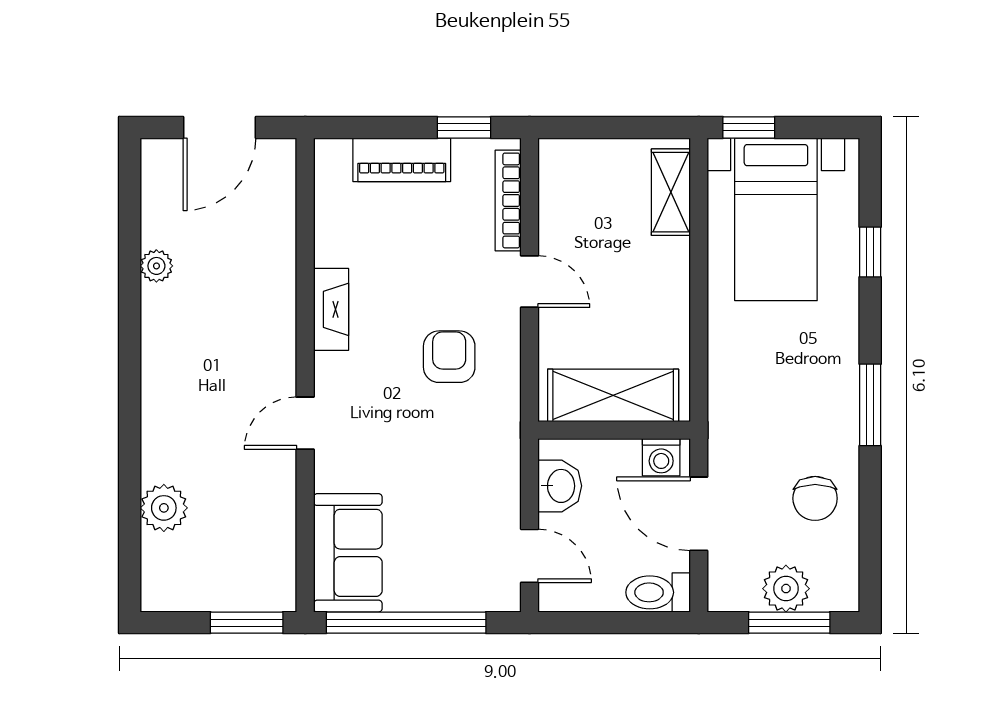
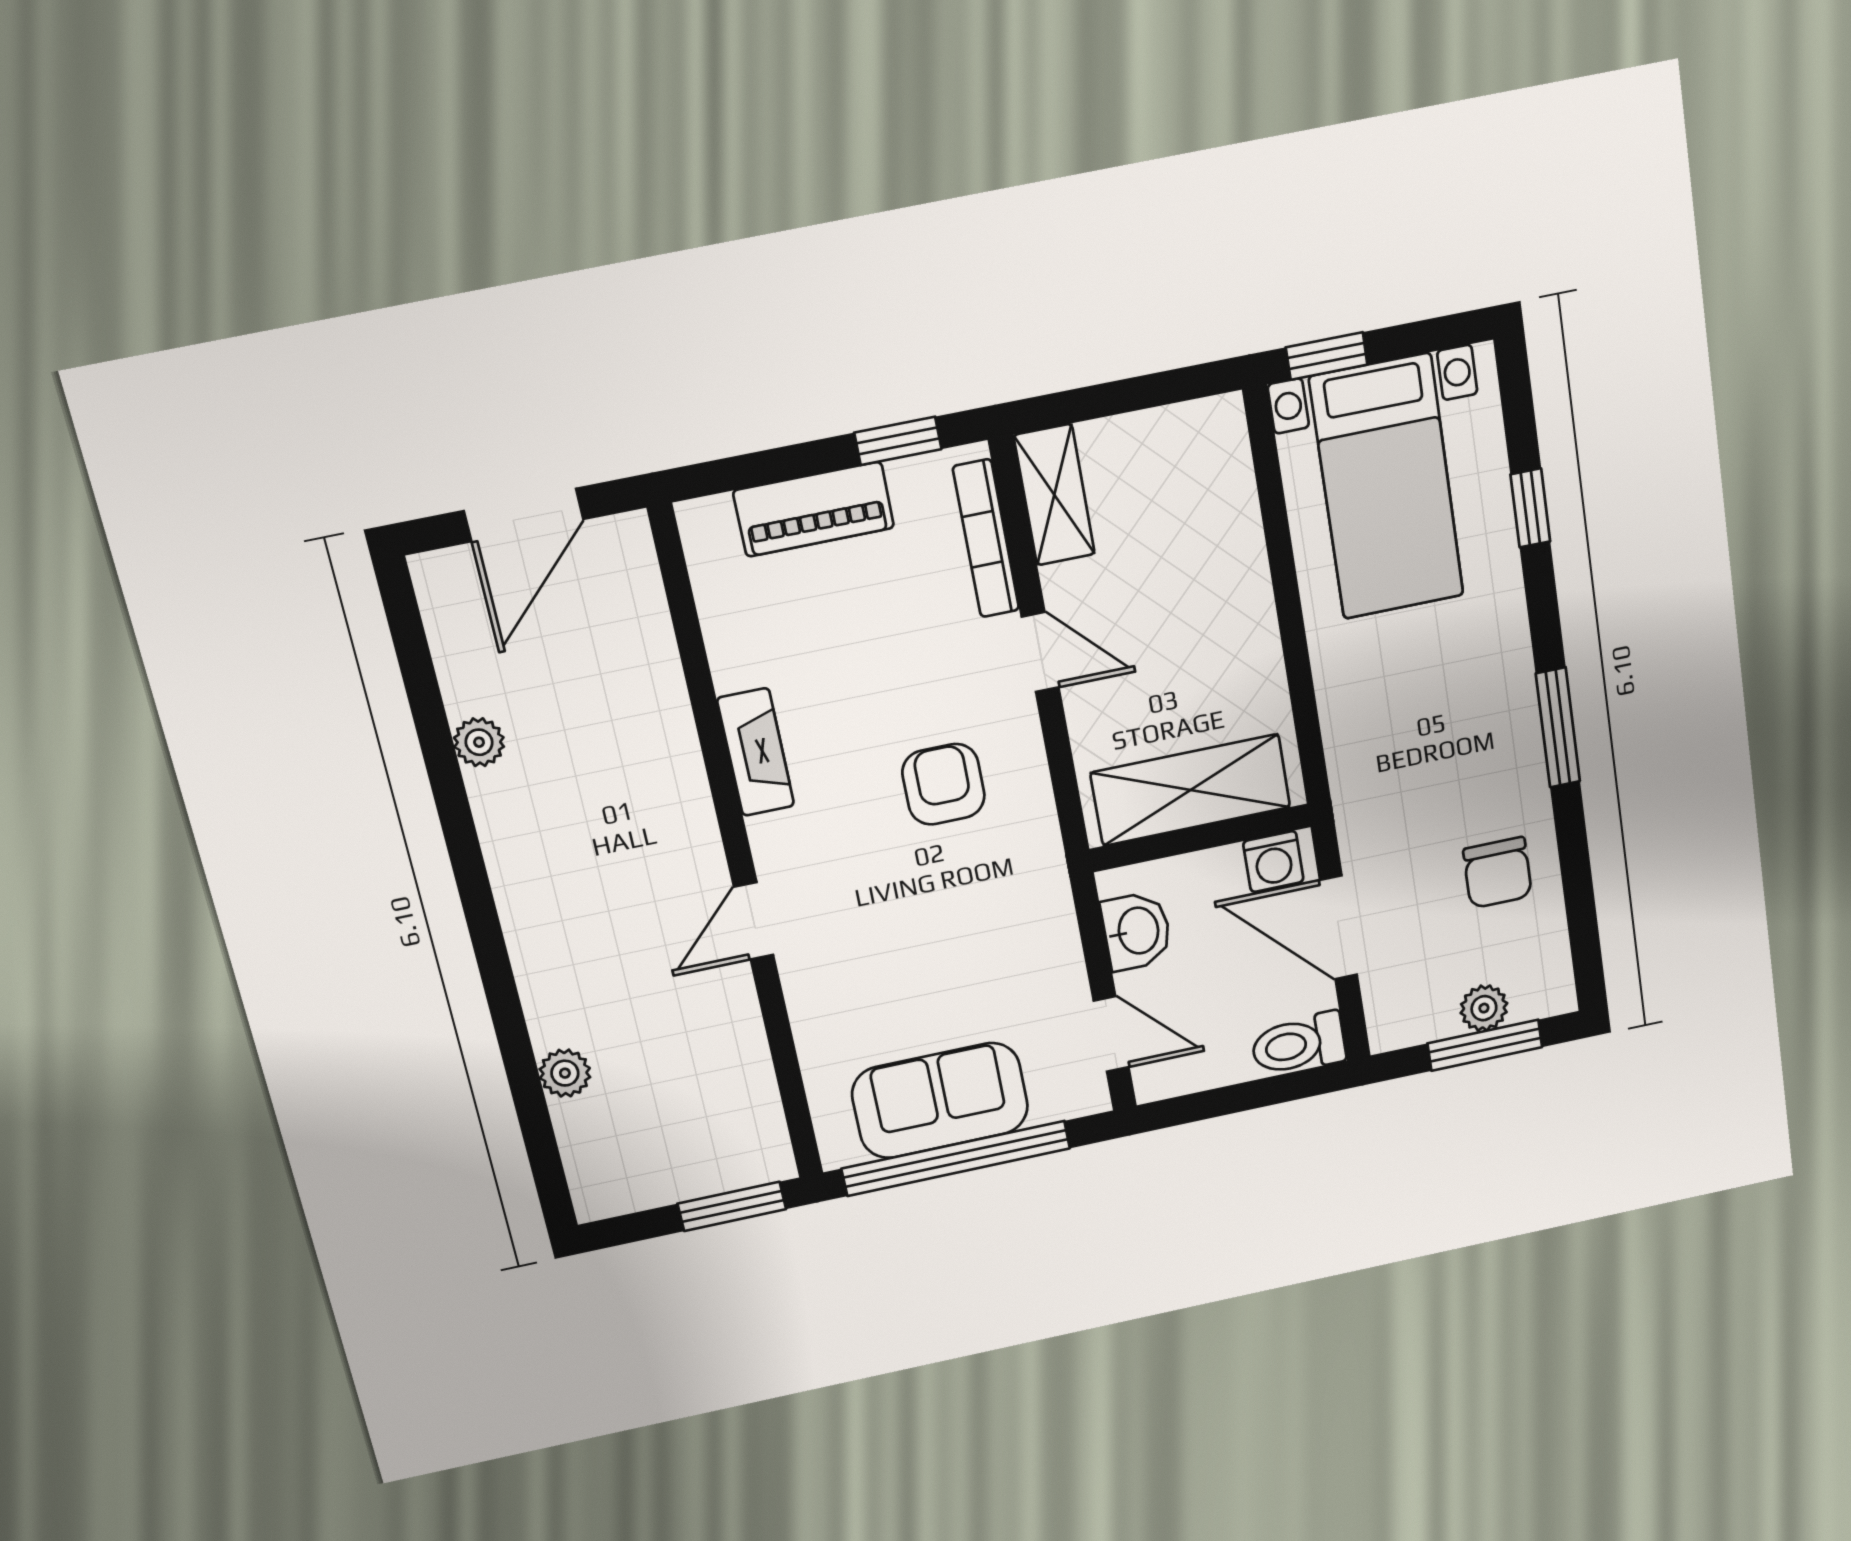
shelving: (671, 192) -> (1054, 495), moved
plant: (164, 508) -> (565, 1073), width x0.73, depth x0.73
sofa: (348, 553) -> (940, 1101), moved, turned -90
plant: (786, 589) -> (1484, 1008), width x0.73, depth x0.73

